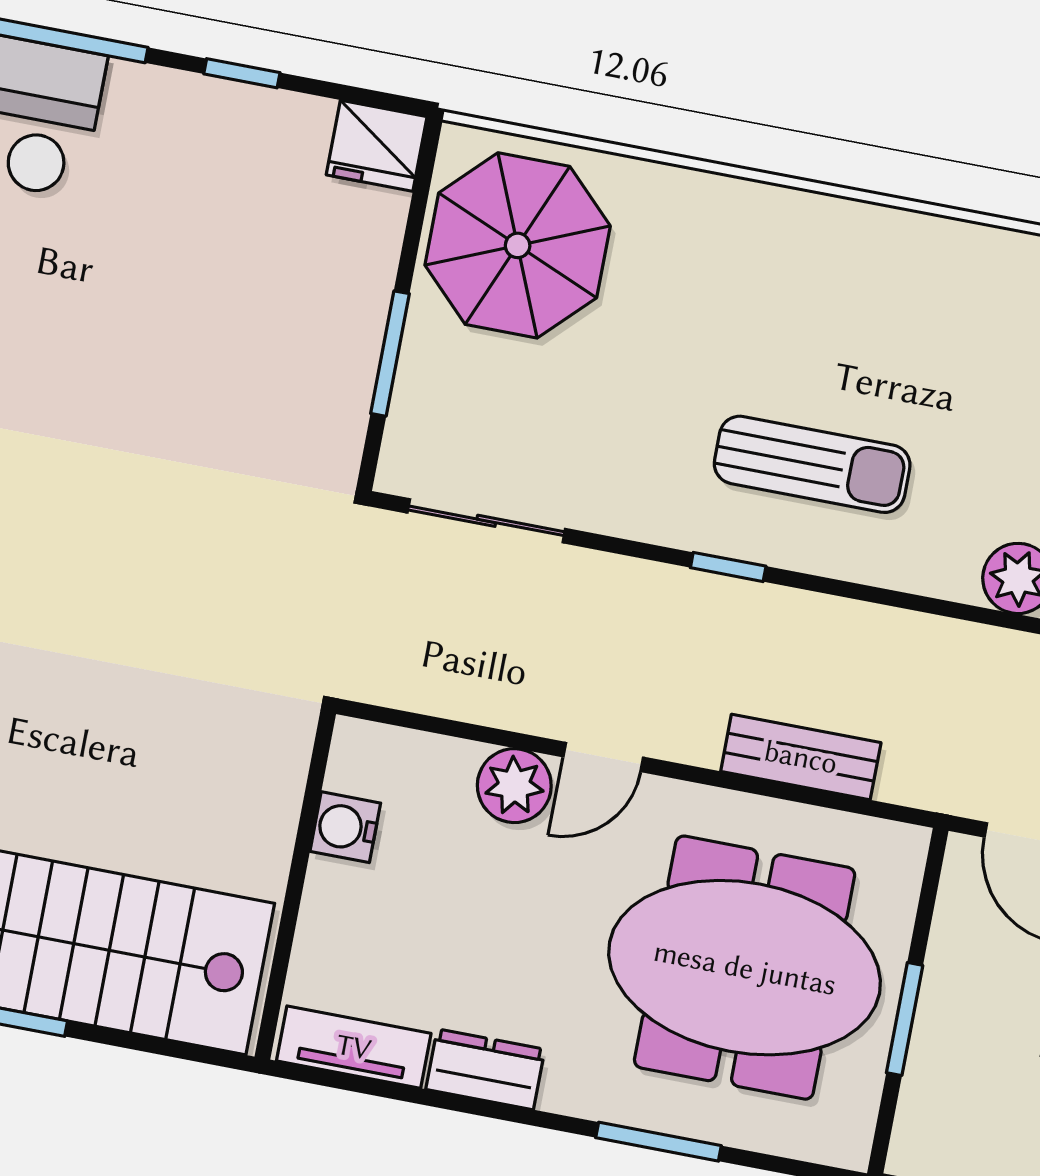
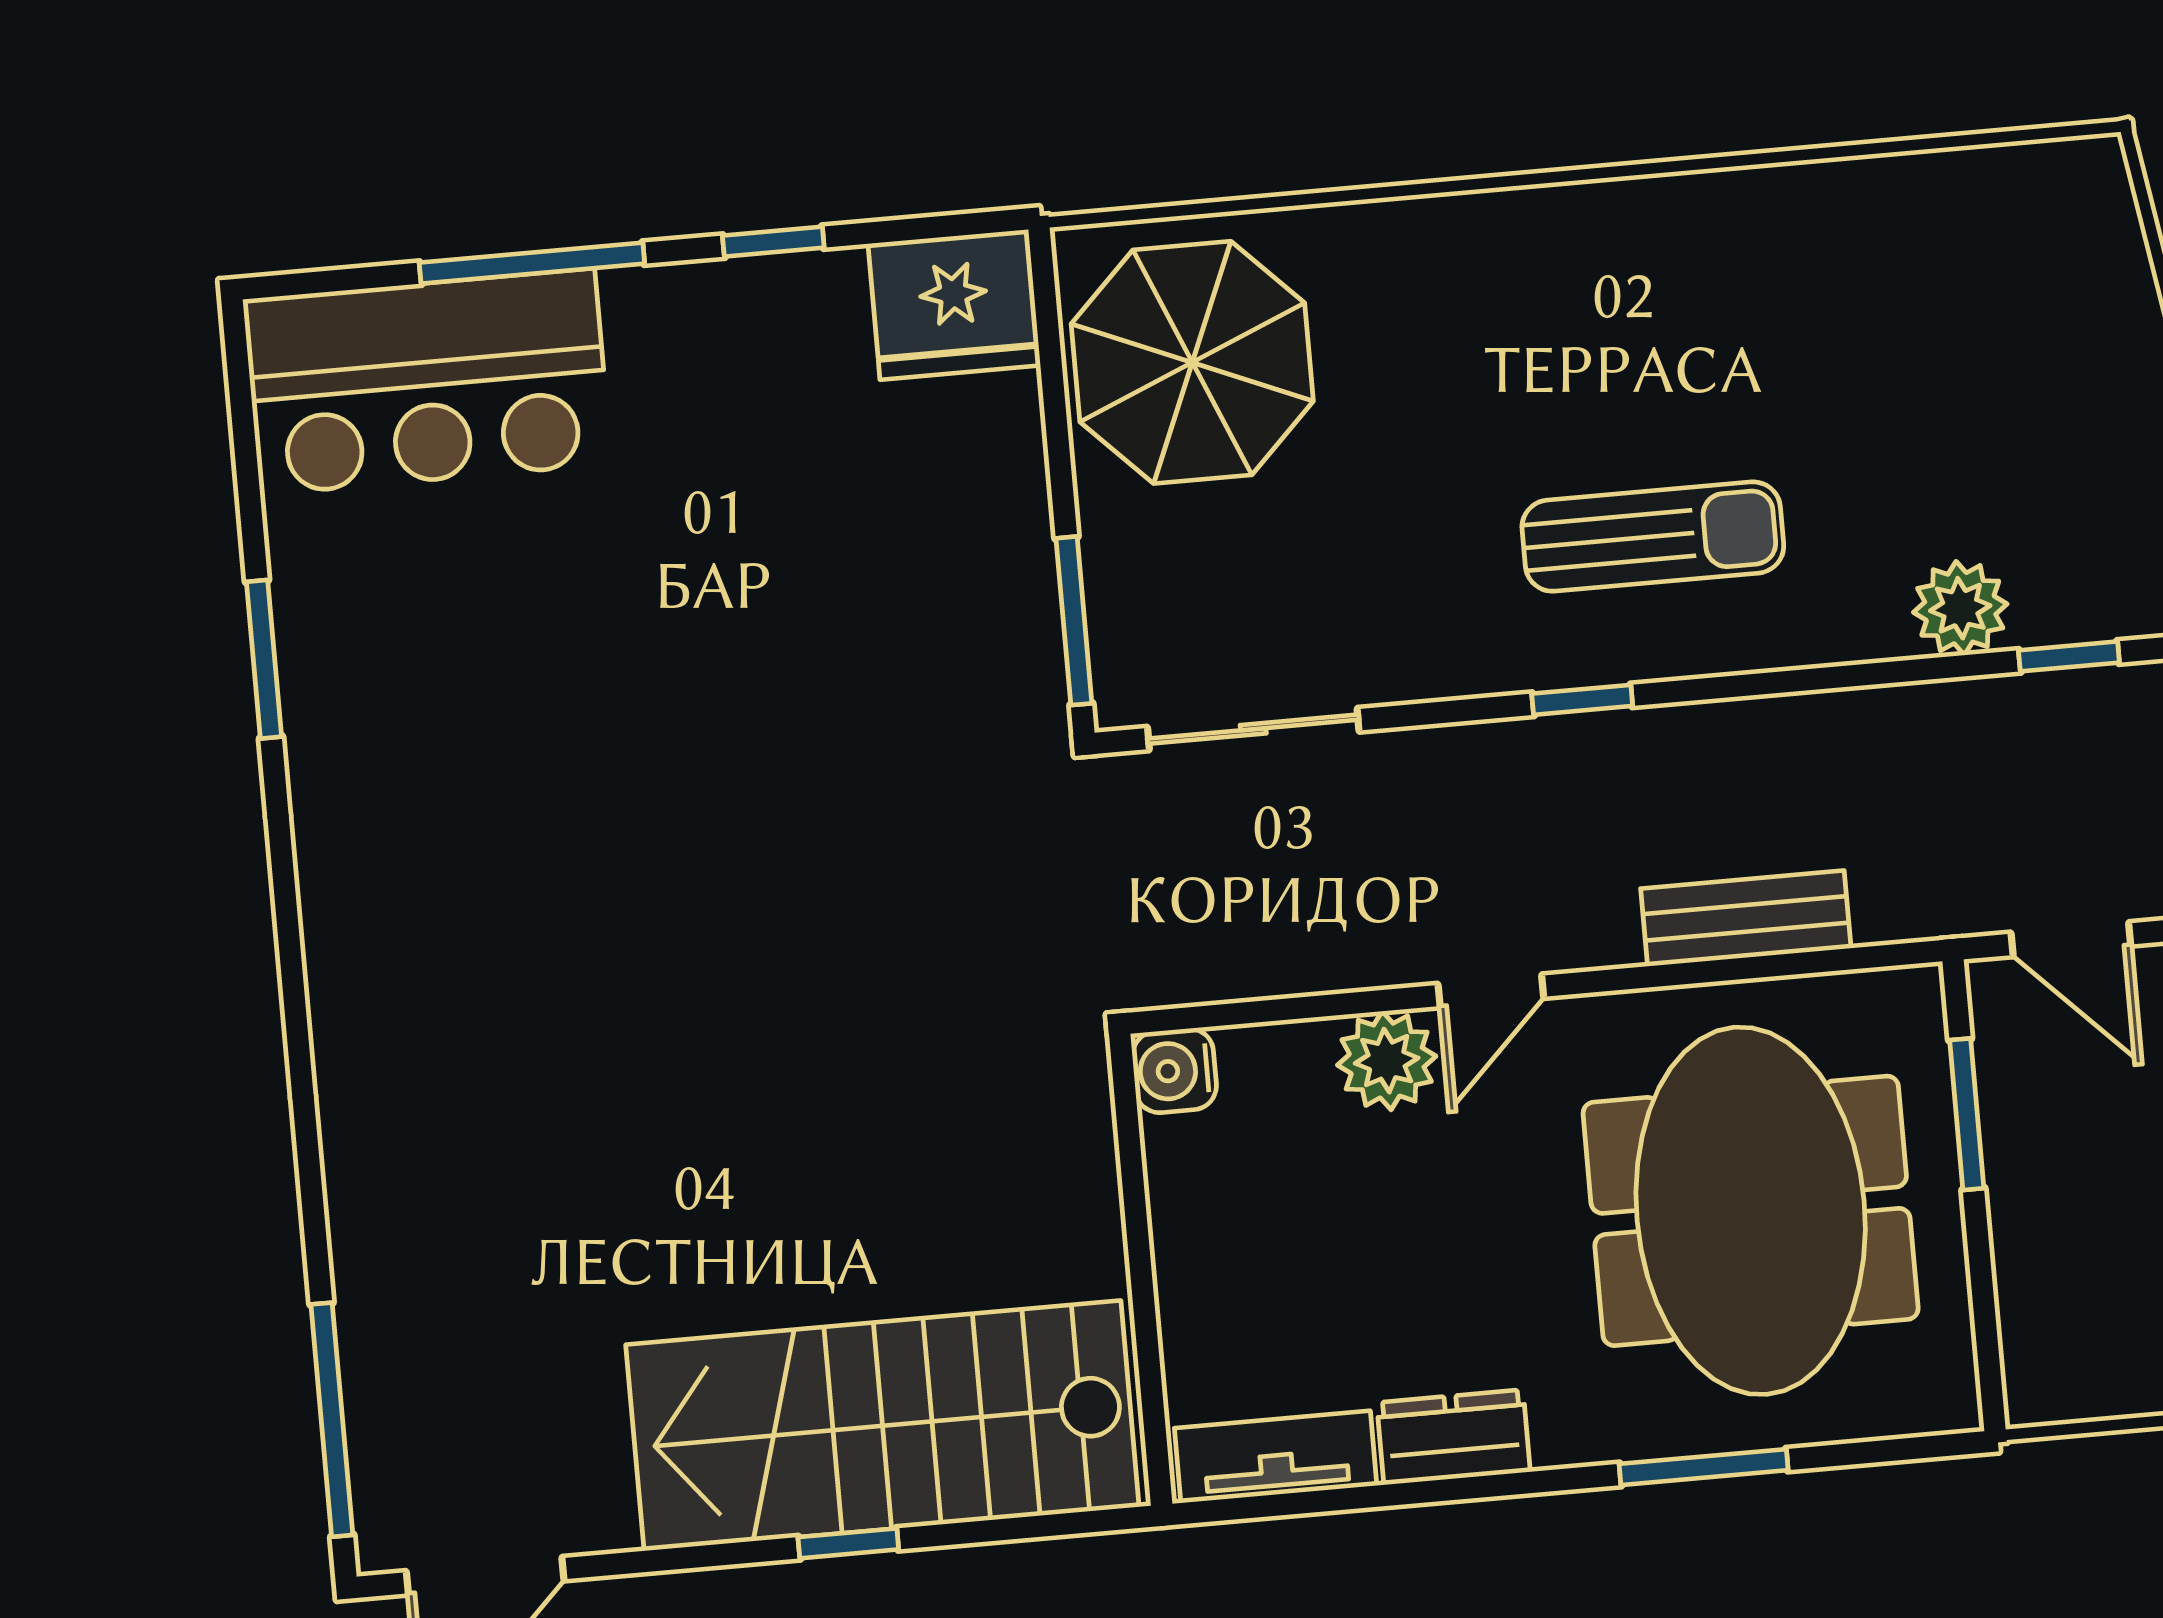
fridge: (377, 146) -> (954, 305), width x1.36, depth x1.34
window: (390, 354) -> (1074, 621), moved
water cooler: (345, 827) -> (1174, 1071), moved
meeting table: (745, 968) -> (1751, 1211), turned 90
window: (905, 1019) -> (1967, 1114), moved

